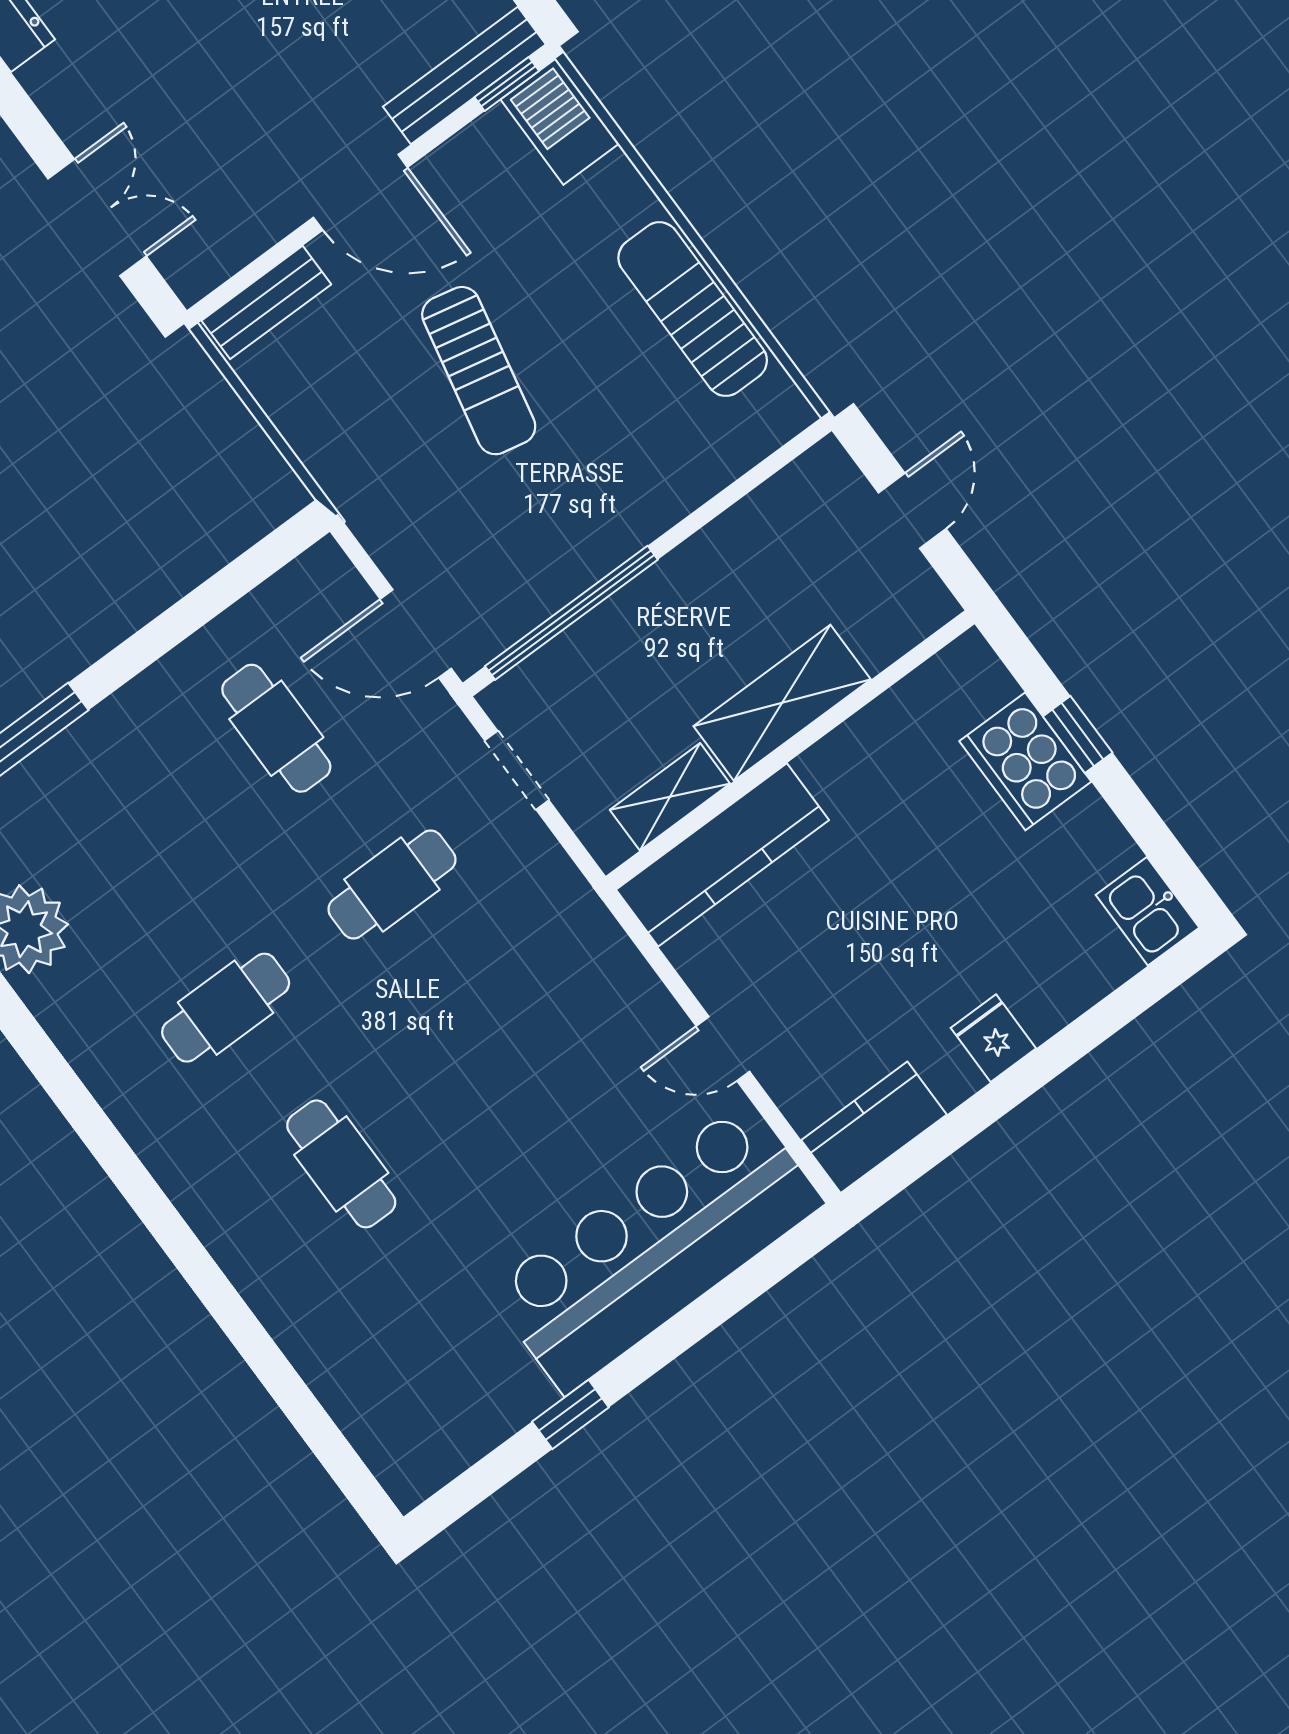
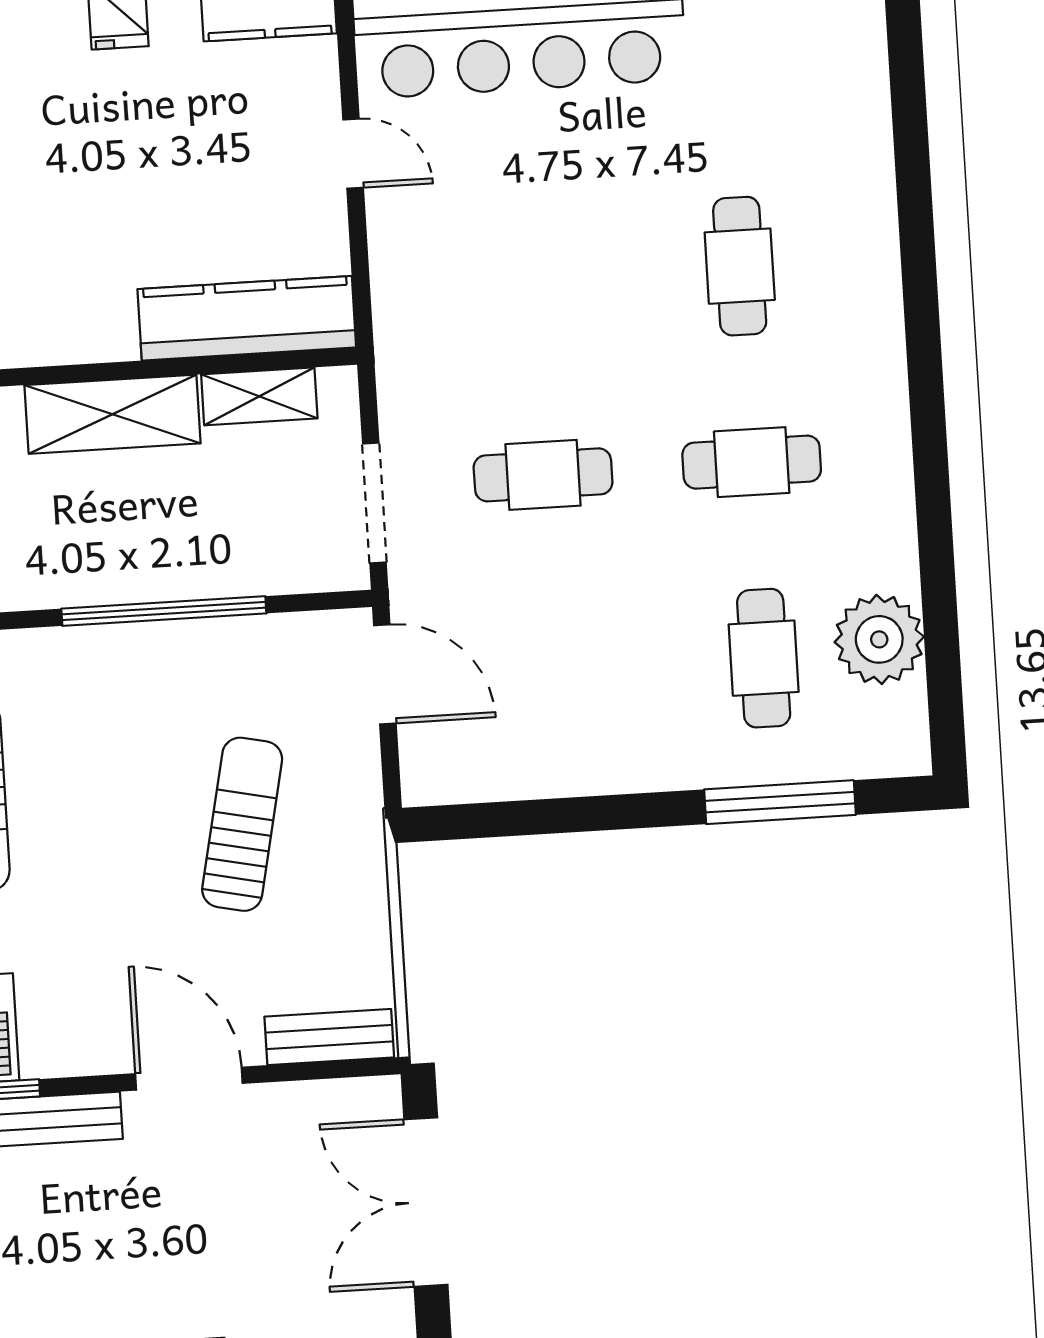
double door: (97, 218) -> (426, 1202), width x1.37
sun lounger: (479, 371) -> (242, 824), moved
window: (571, 613) -> (164, 611), moved
cafe table: (276, 728) -> (764, 658), moved
doorway: (517, 770) -> (374, 503), width x1.38

